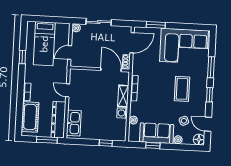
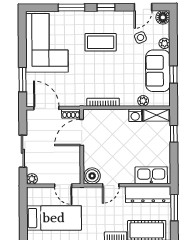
boiler: (76, 76) -> (92, 176), added
shelving: (123, 96) -> (156, 115), moved

